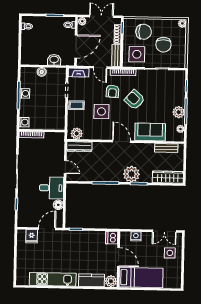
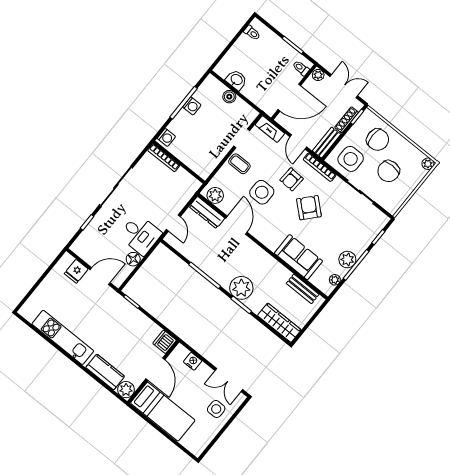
washbasin: (54, 60) -> (236, 80), moved
door: (121, 141) -> (236, 225), moved

